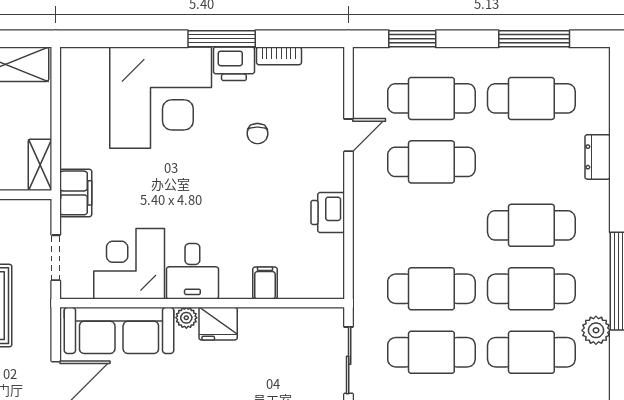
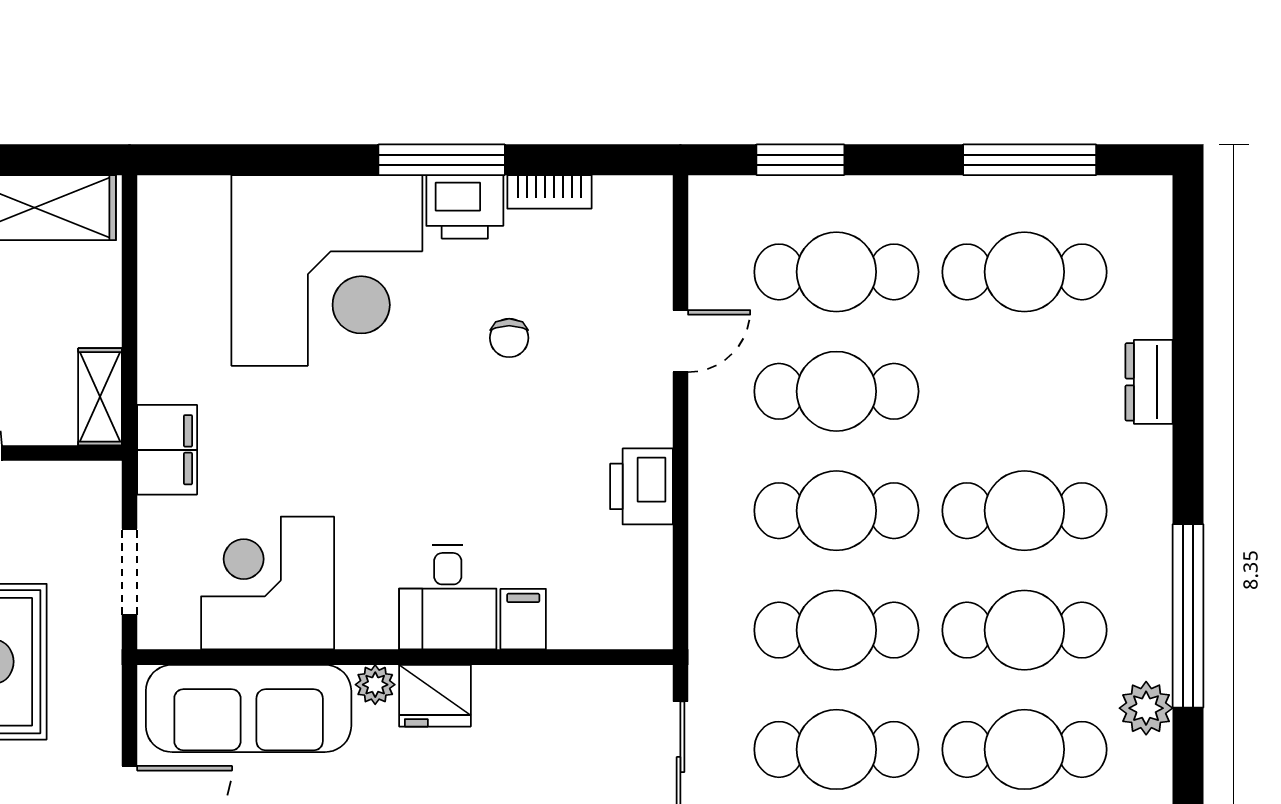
cafe table: (431, 225) -> (836, 511), added
desk: (192, 271) -> (448, 597), moved

